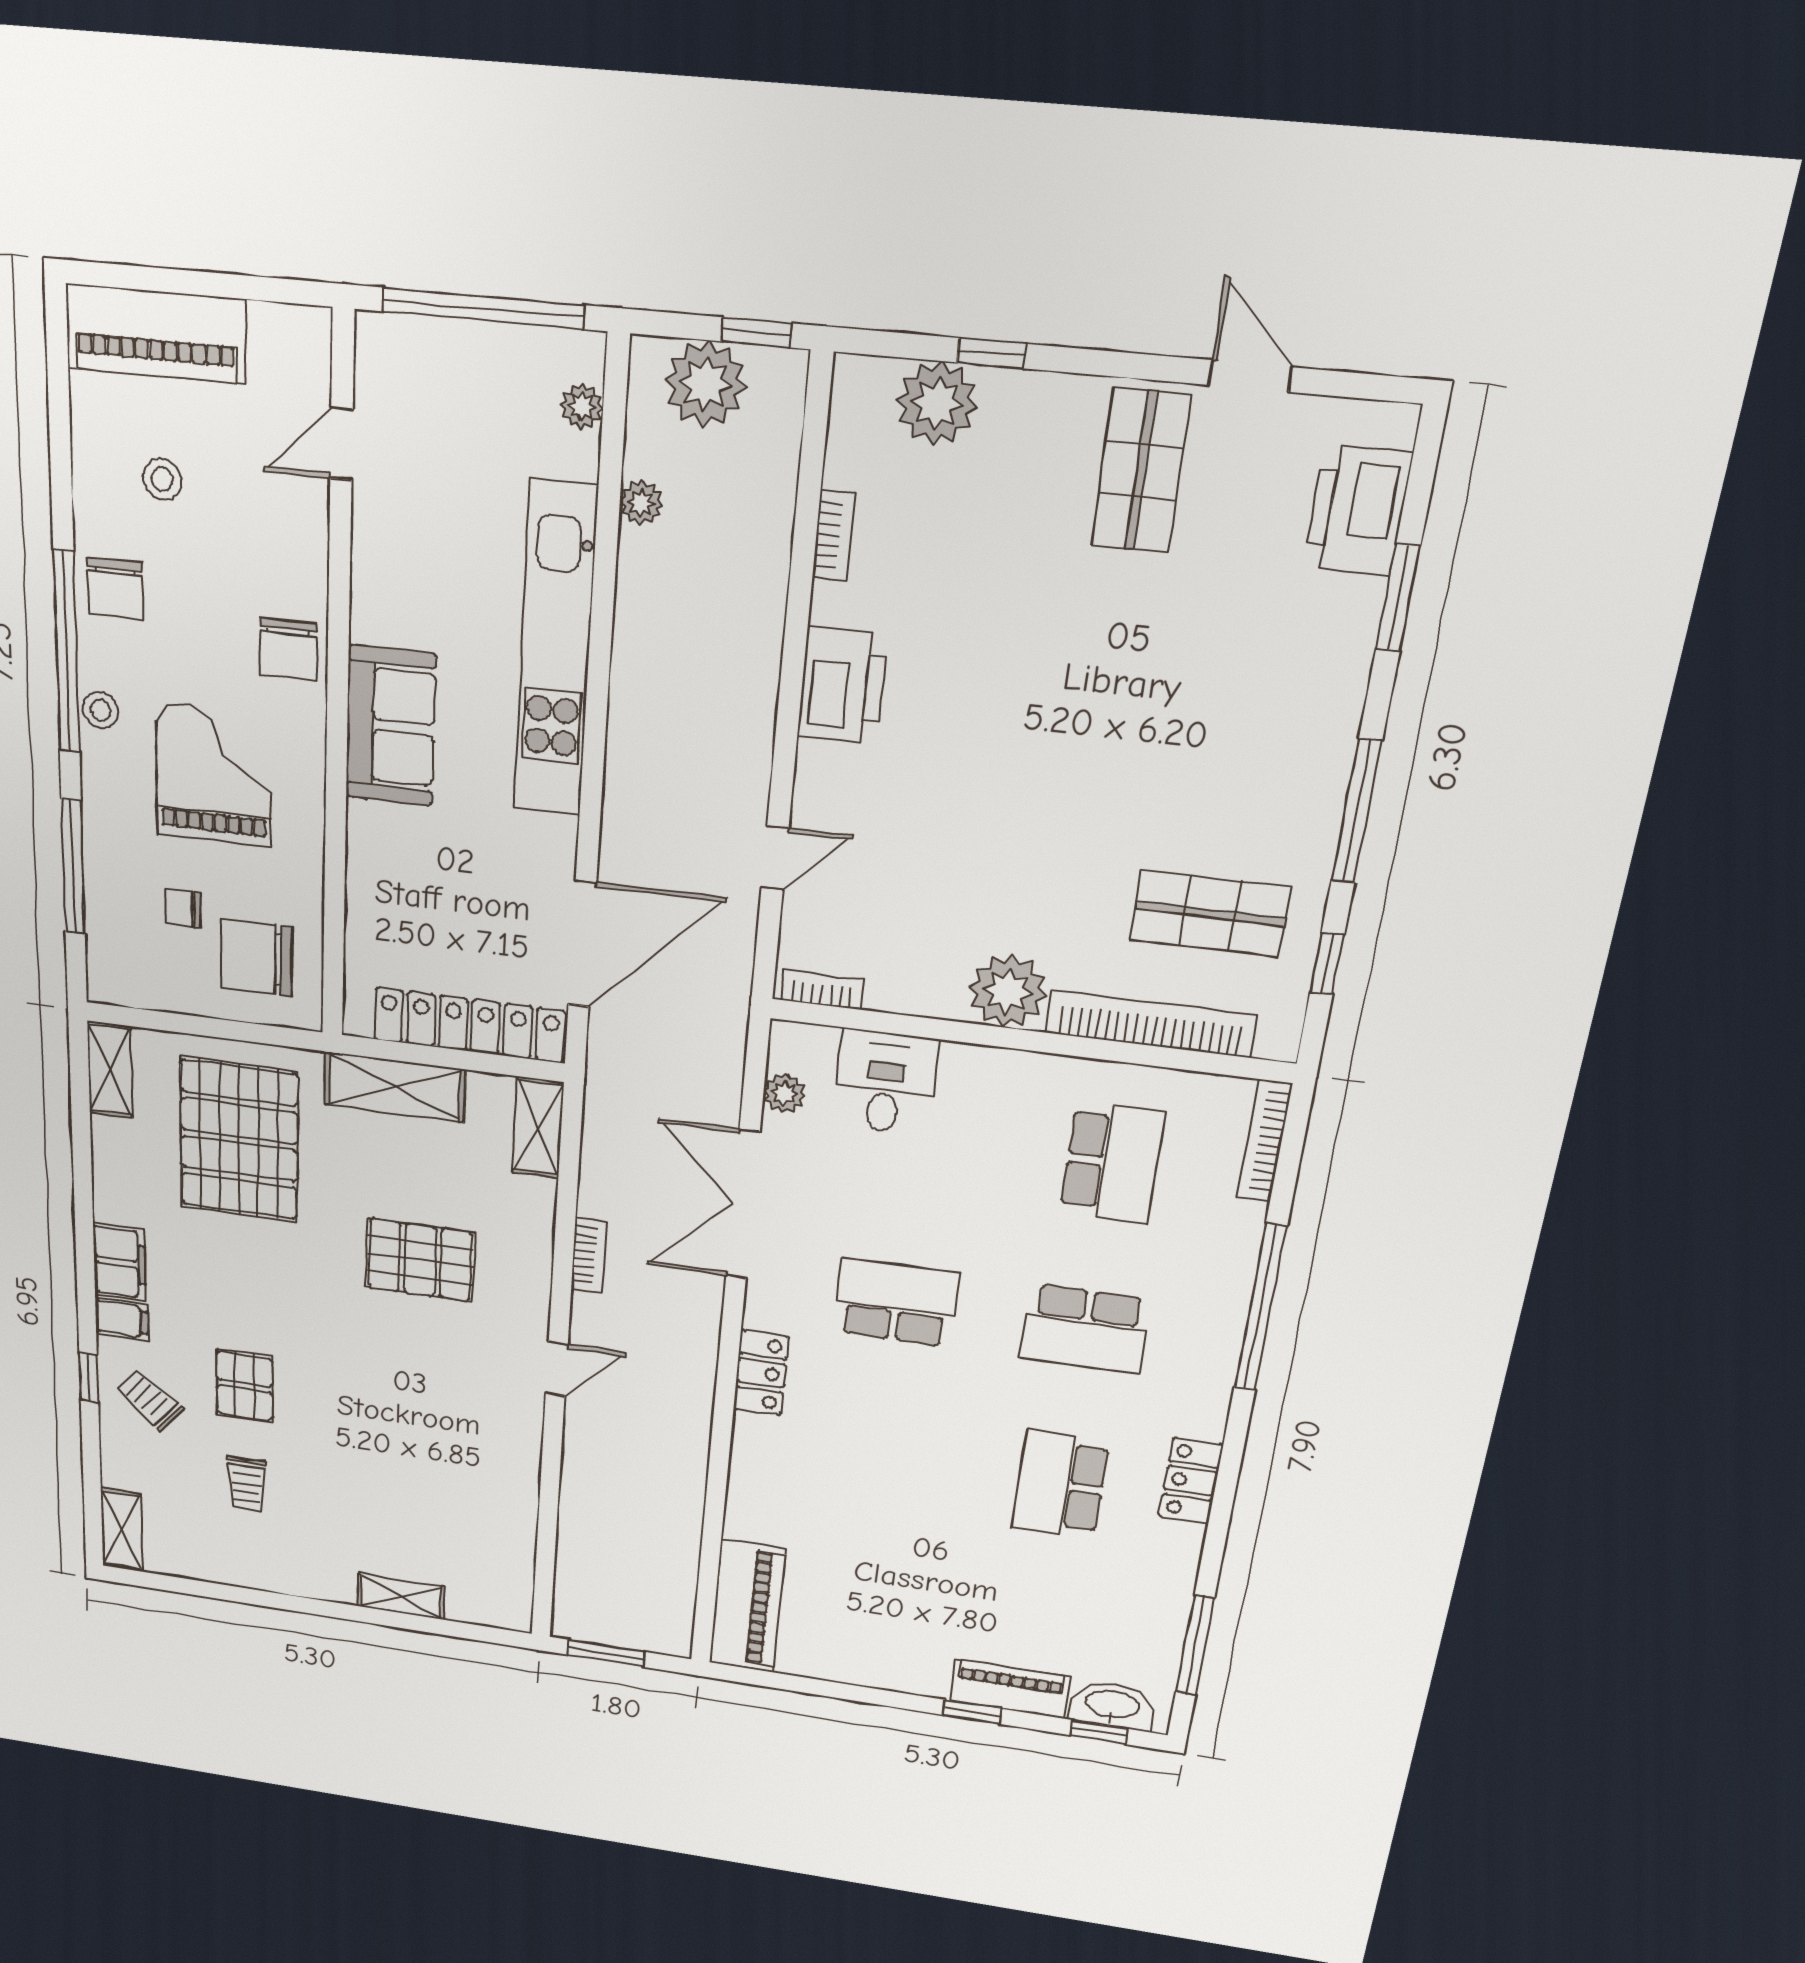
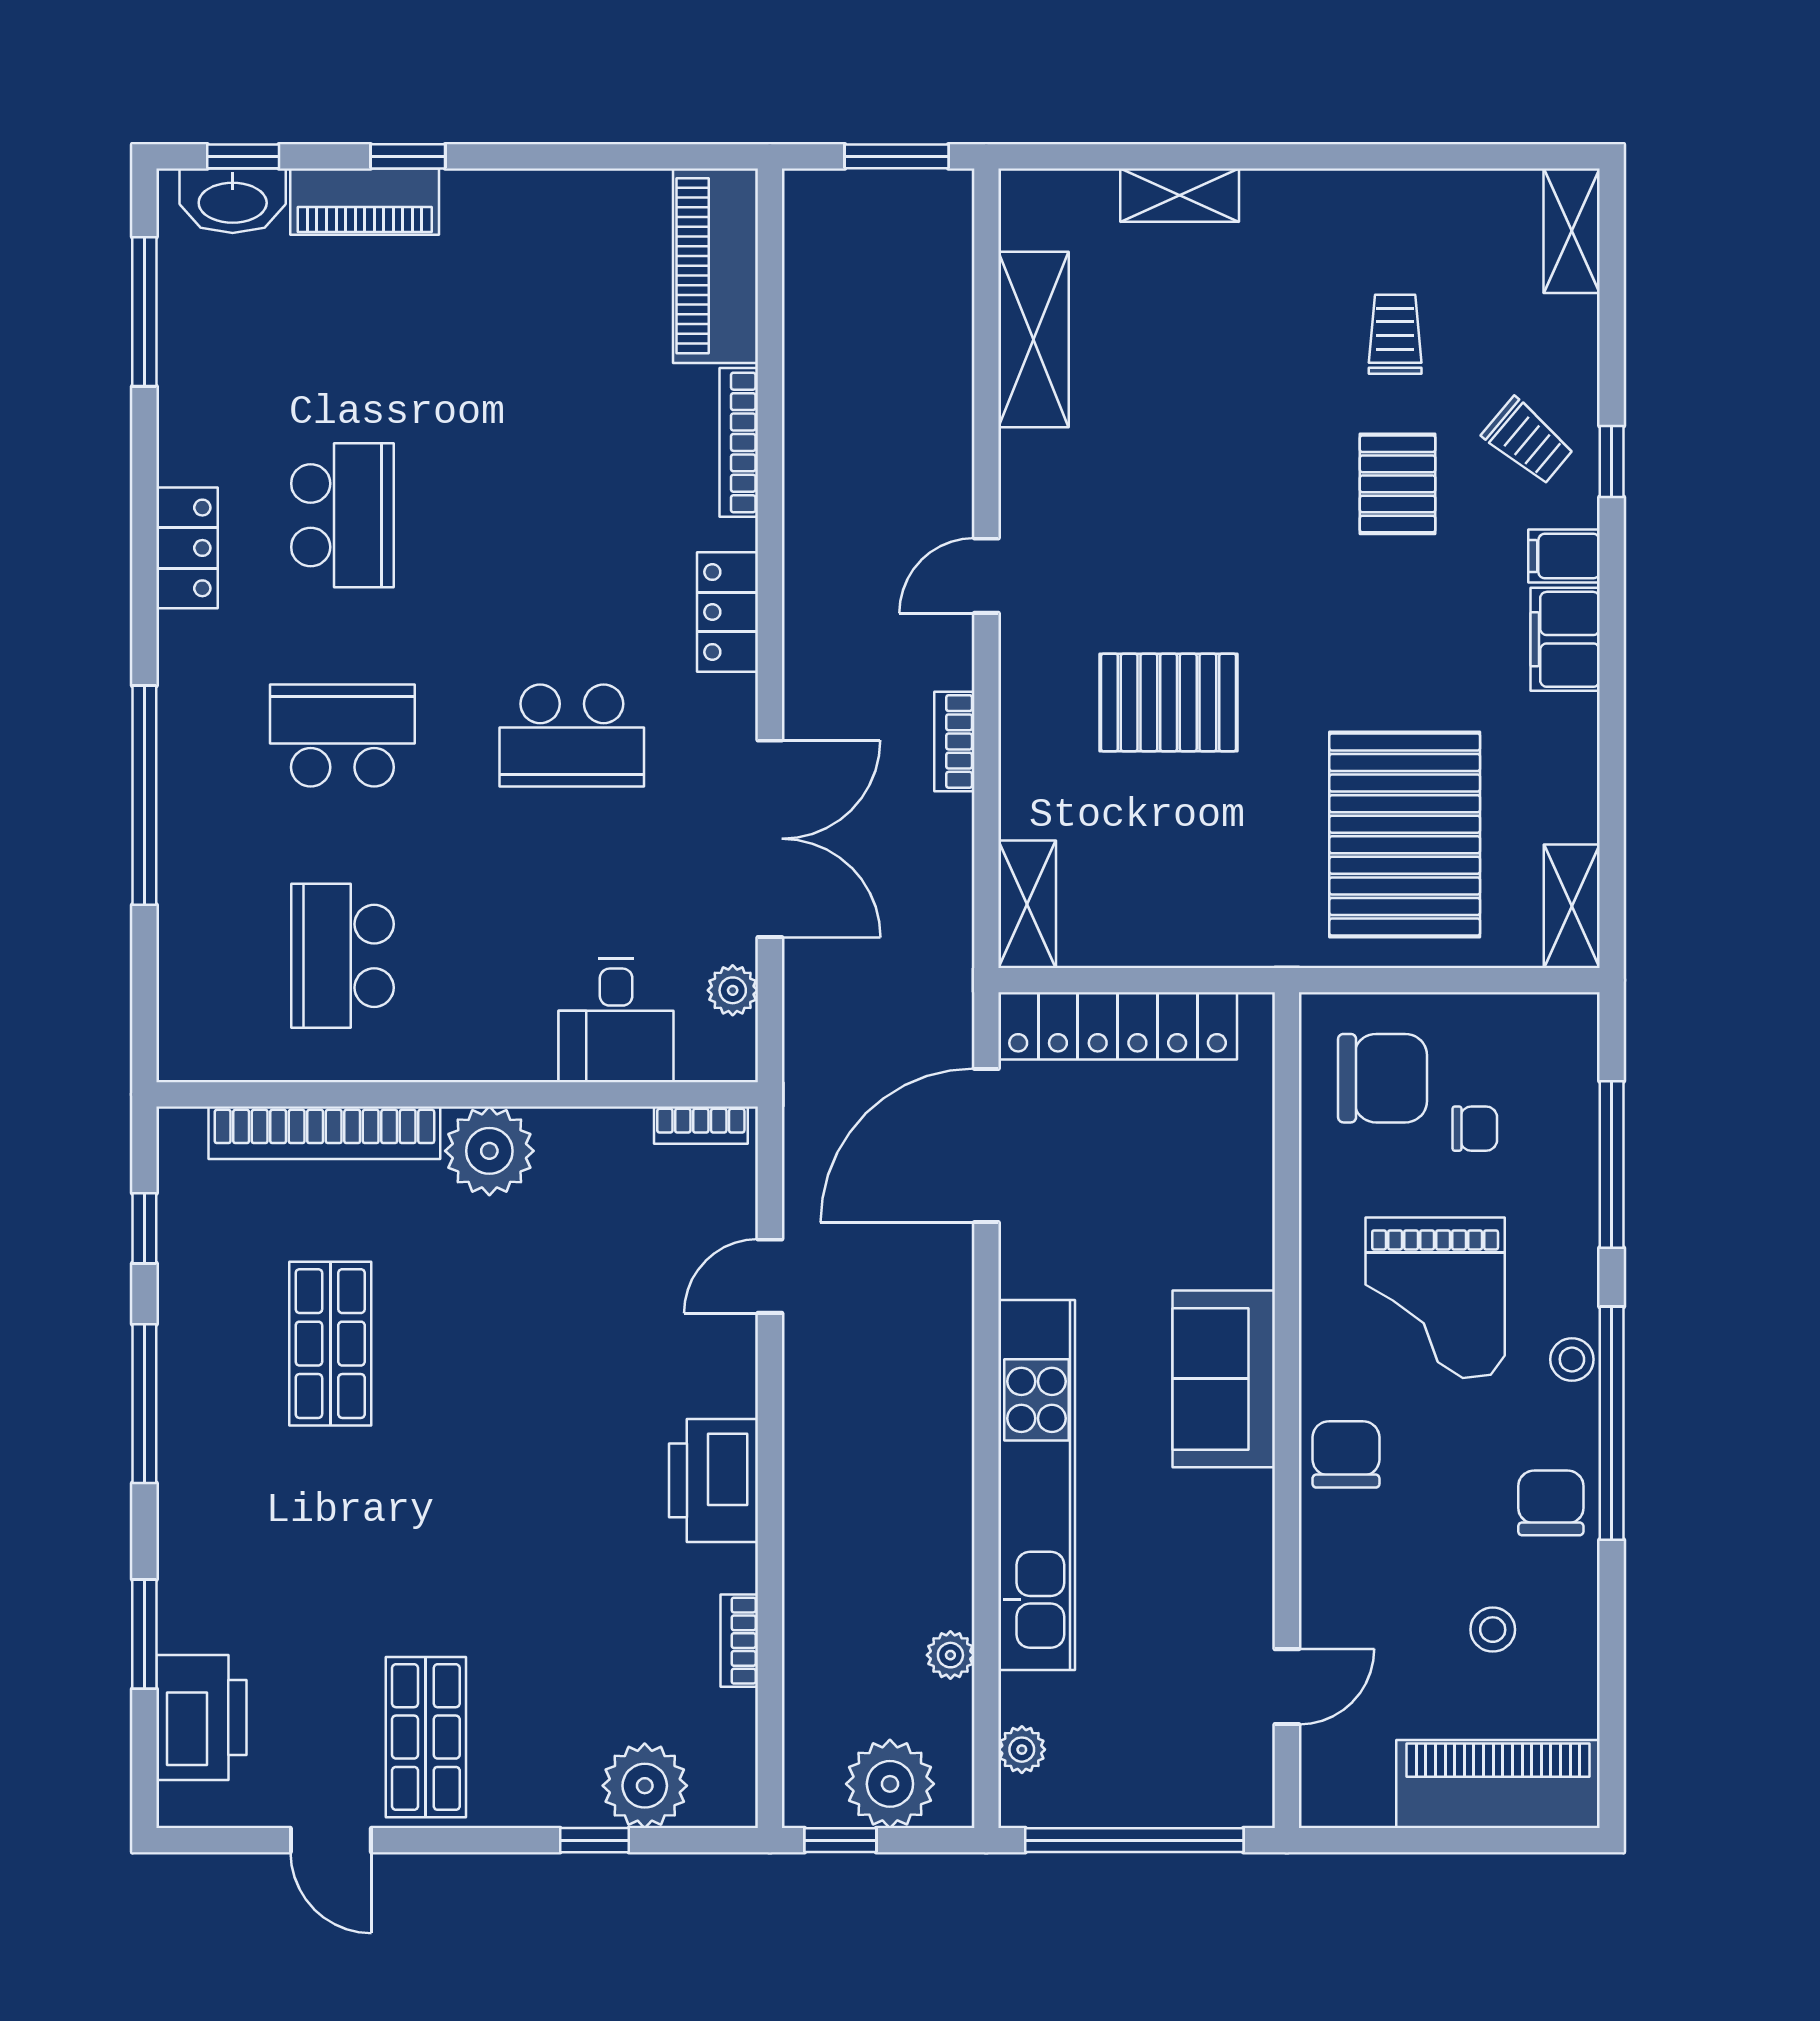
shop shelf: (1210, 914) -> (330, 1344), moved, turned 90
shelving: (395, 1087) -> (1033, 339), moved, turned 90
bookcase: (1265, 1141) -> (739, 442), moved, turned 180

